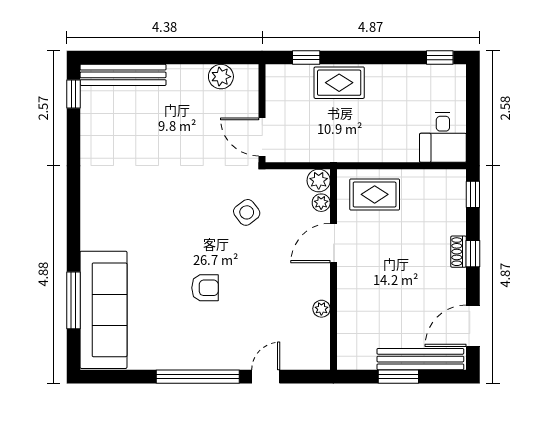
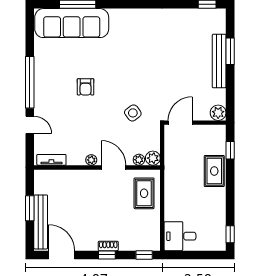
window: (148, 57) -> (230, 51), added
bench: (123, 75) -> (219, 61), moved
plant: (221, 77) -> (218, 113), moved
plant: (321, 309) -> (91, 160), moved
tv unit: (321, 342) -> (51, 160), added

